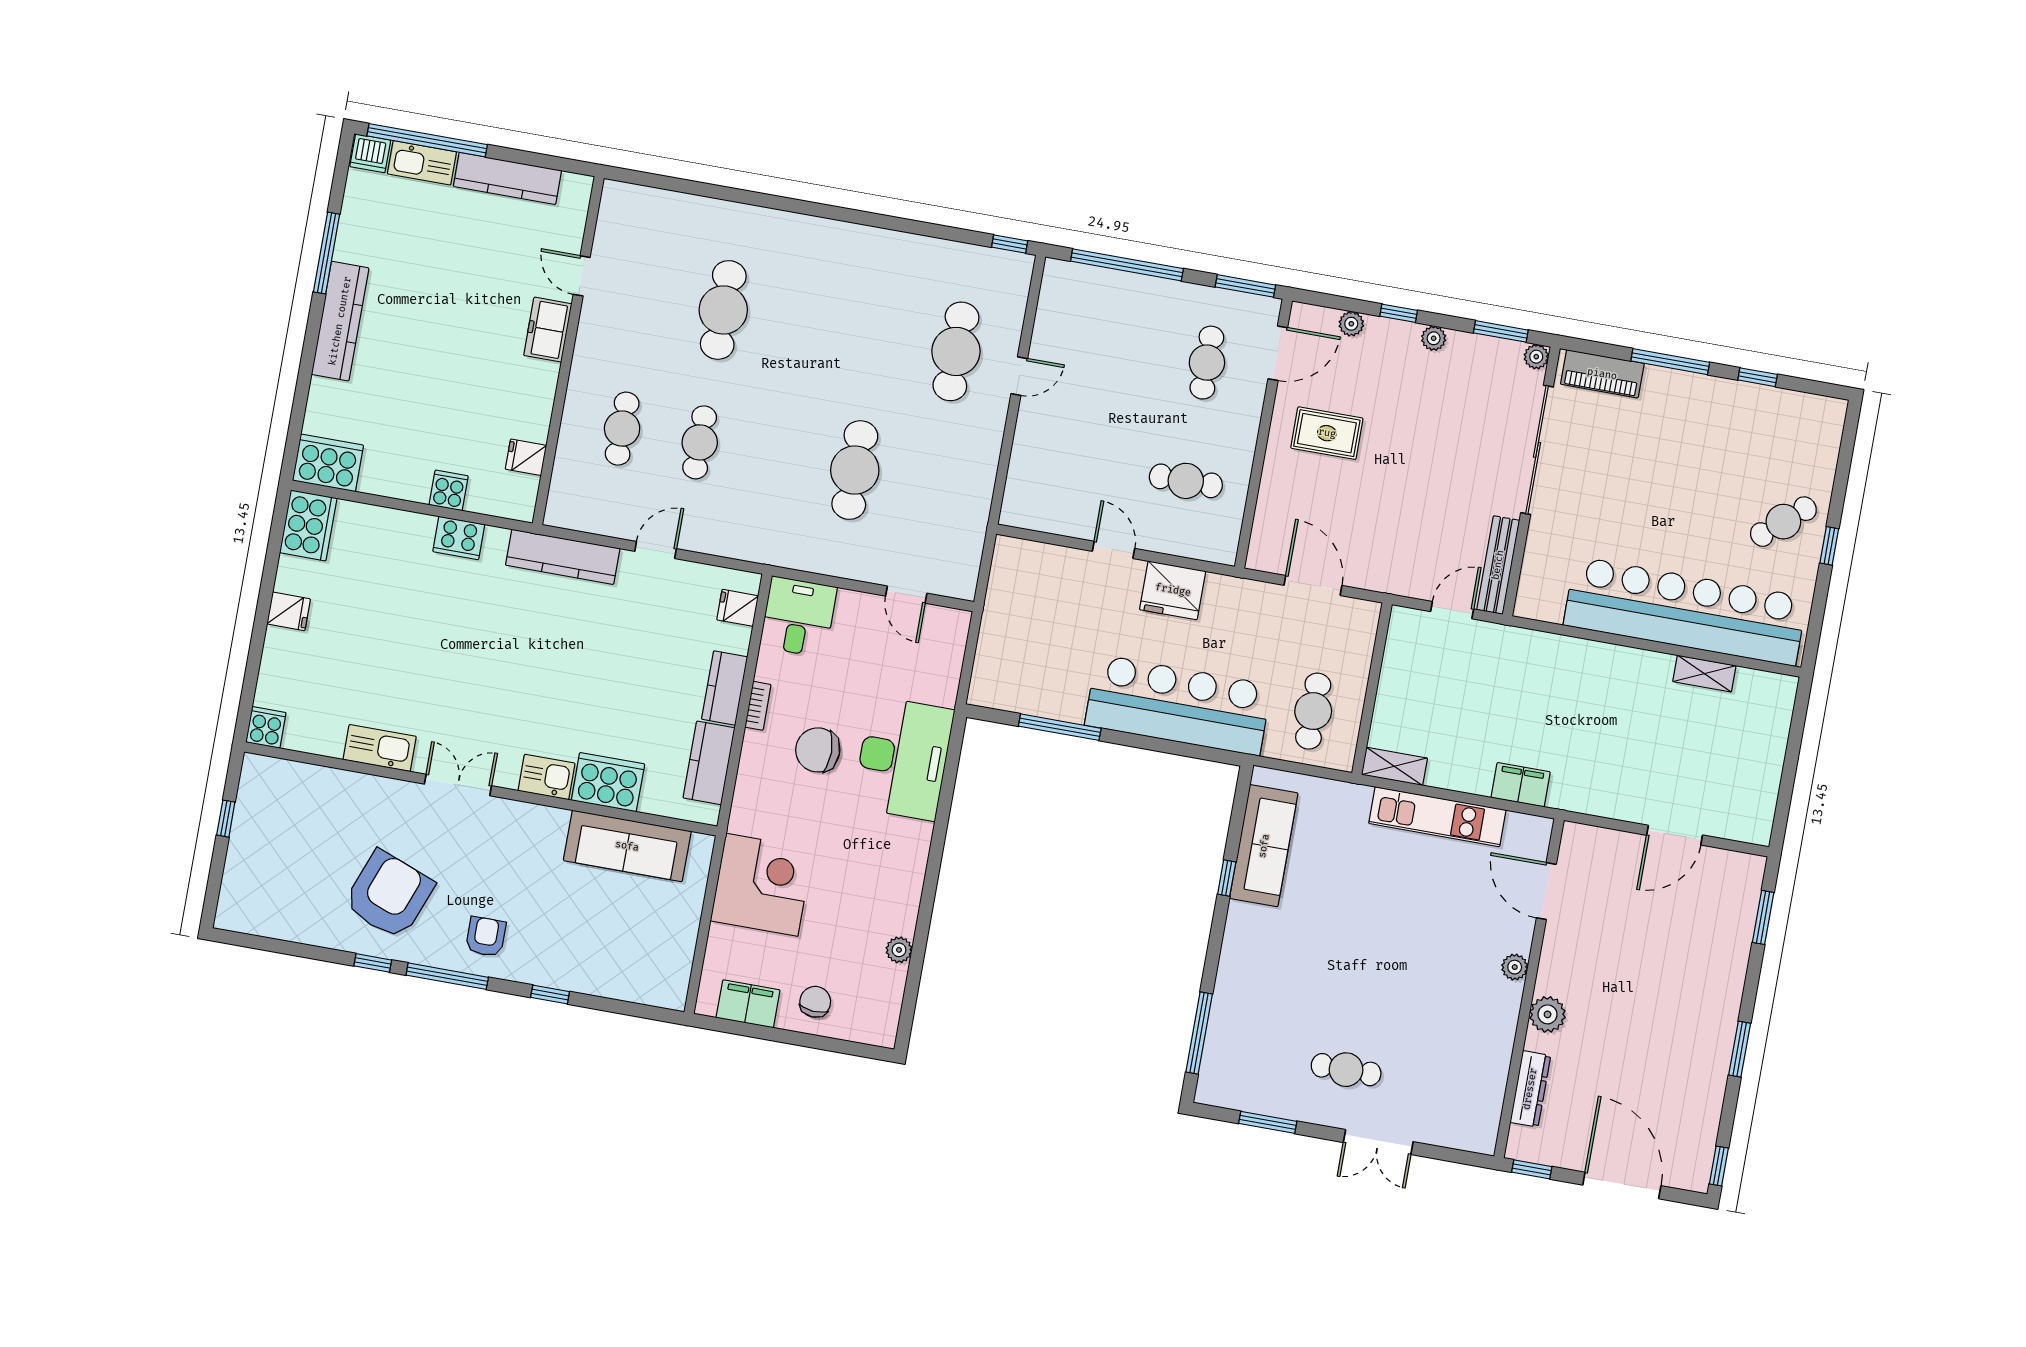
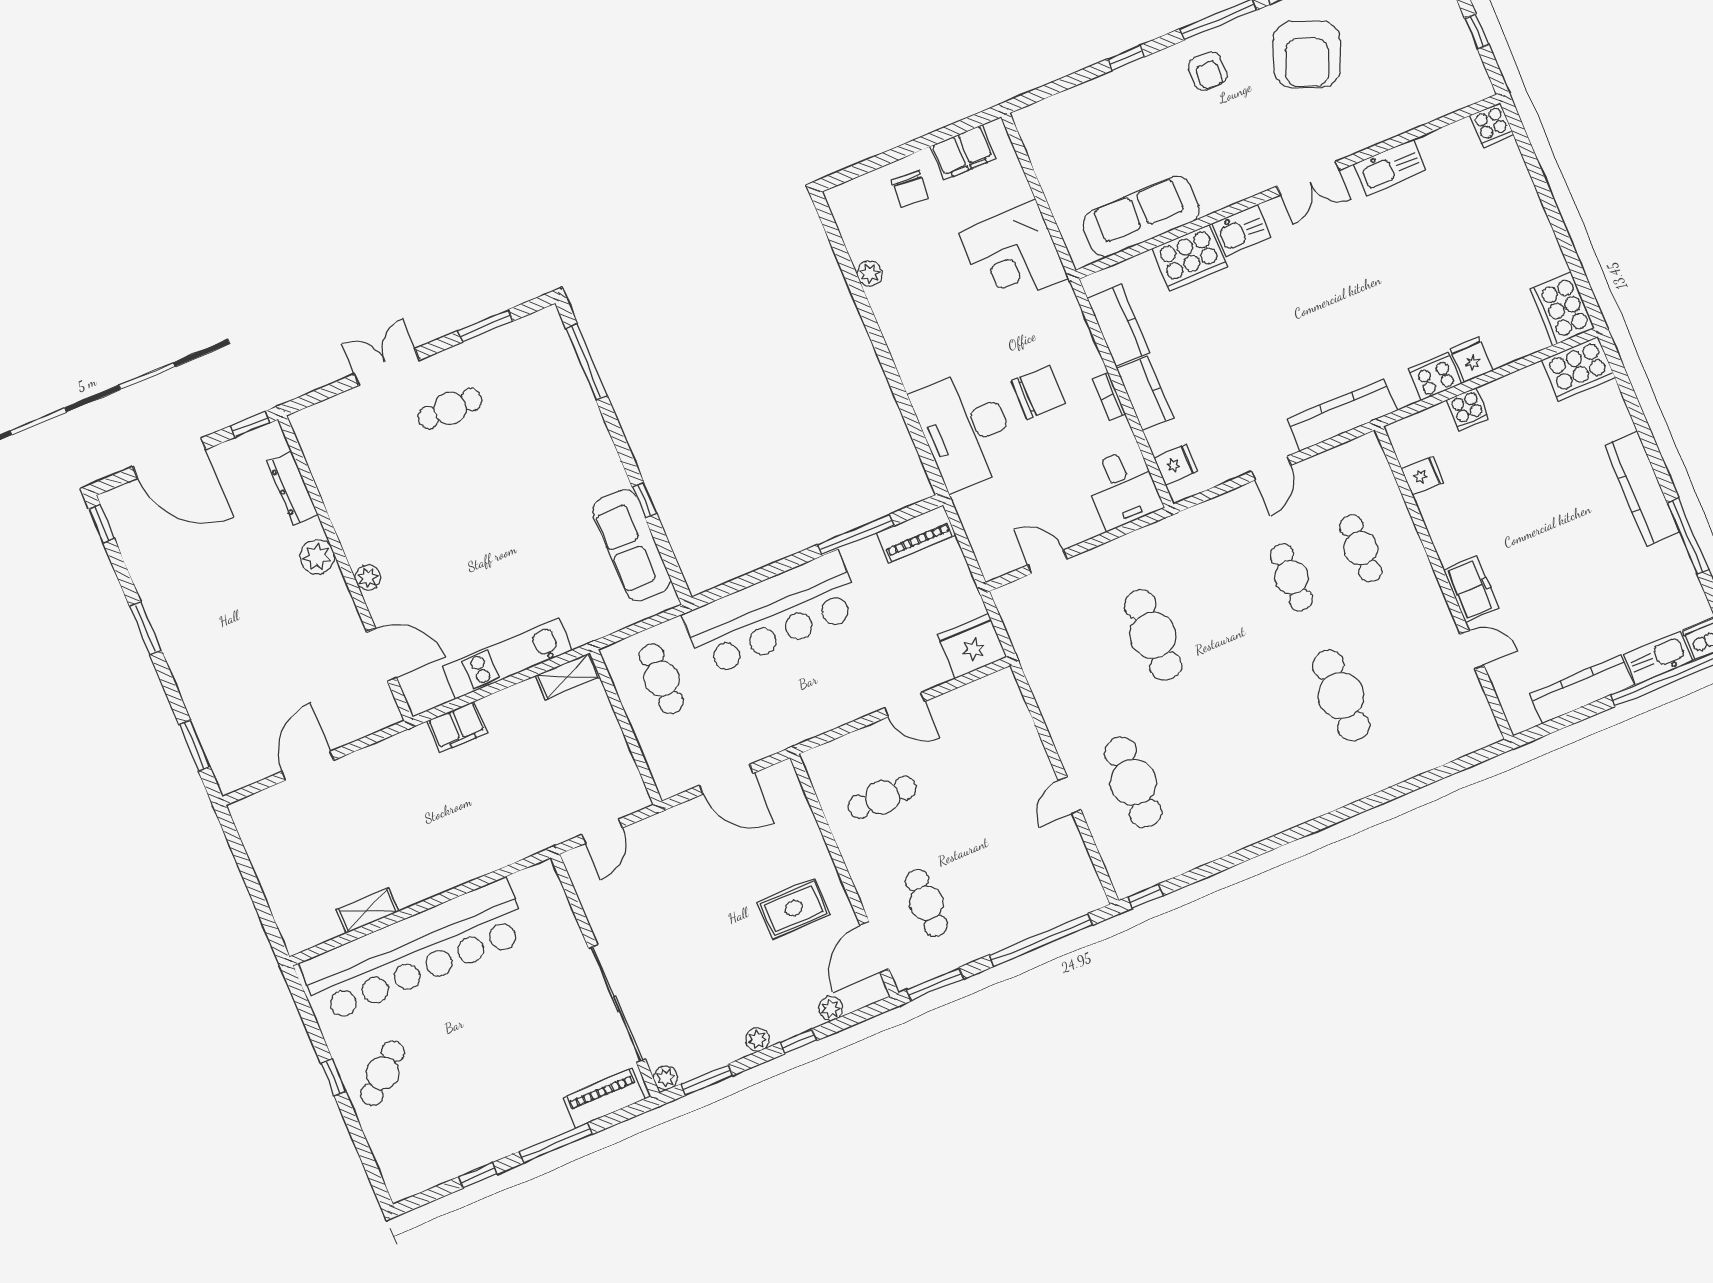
bench: (1498, 565) -> (589, 891), removed
fridge: (1173, 590) -> (972, 646), moved
fridge: (289, 611) -> (1472, 360), moved, turned 90
piano: (1006, 694) -> (916, 534), added

